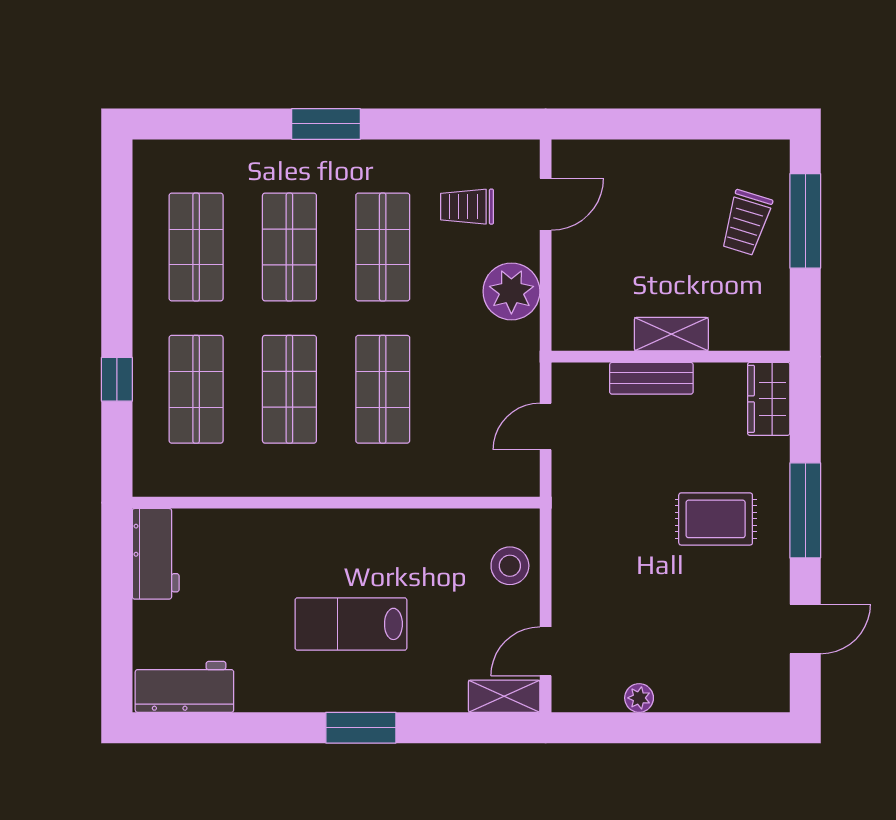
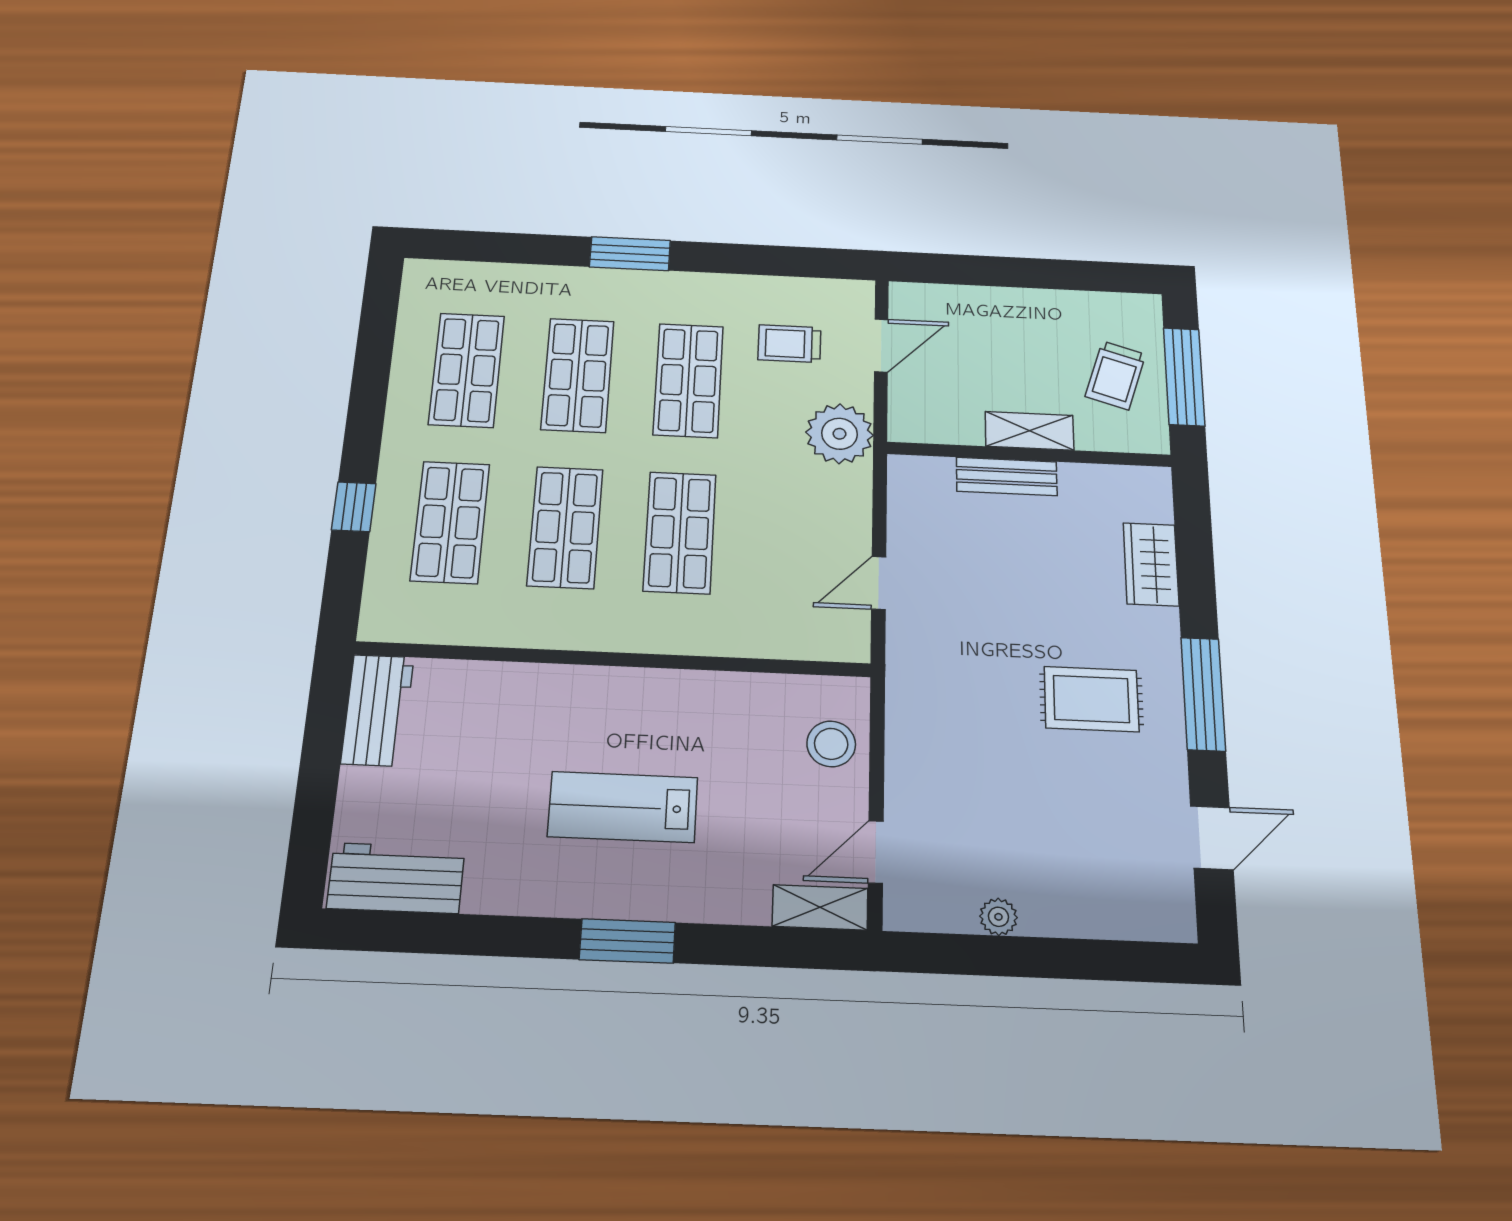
shelving: (671, 334) -> (1029, 431), moved
wall: (671, 357) -> (1029, 454), moved
bench: (651, 378) -> (1007, 477), moved

